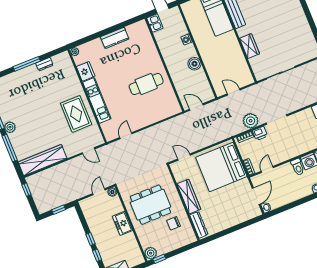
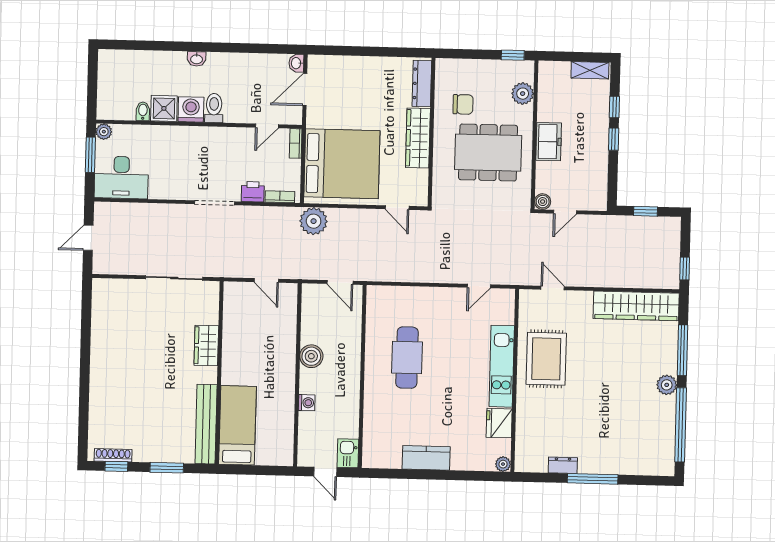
cafe table: (146, 84) -> (407, 358), turned 90
plant: (251, 121) -> (314, 221), moved
plant: (151, 253) -> (523, 94), moved

